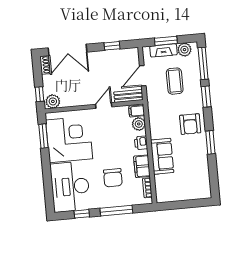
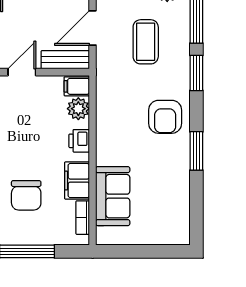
sofa: (162, 156) -> (113, 196), moved

